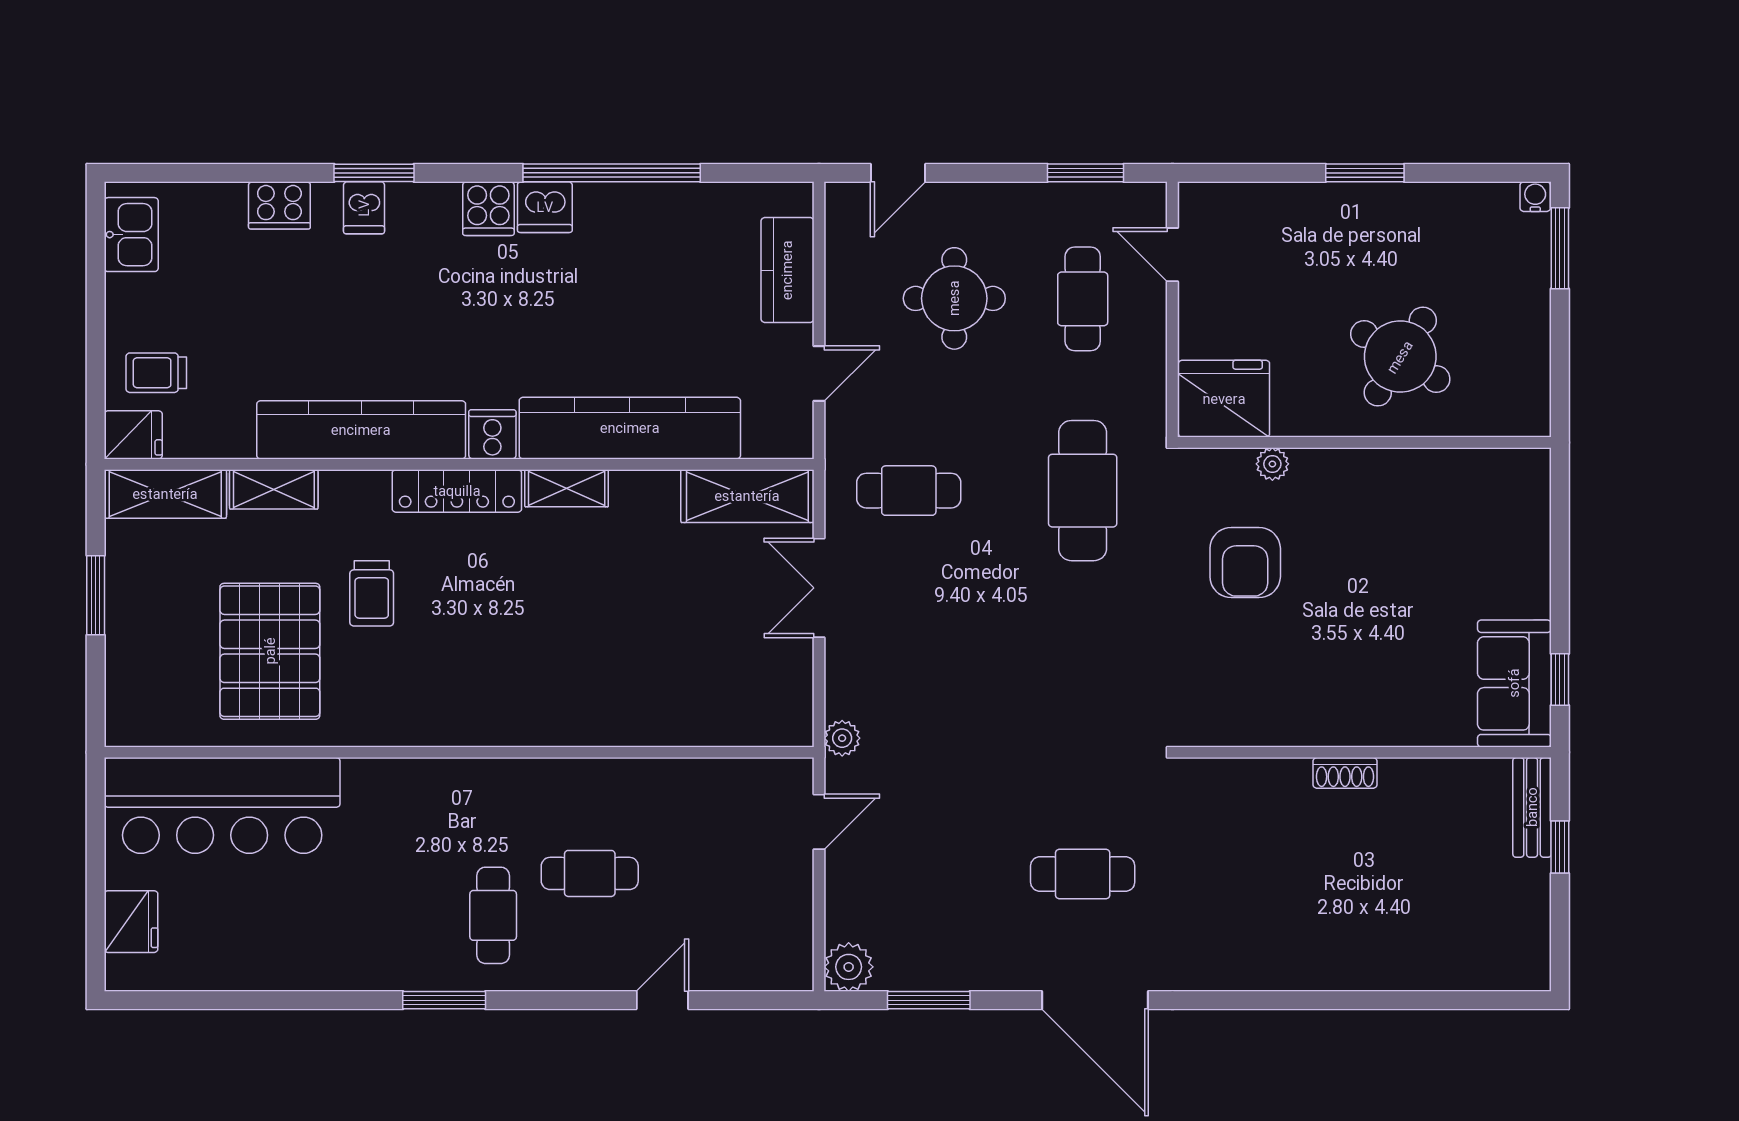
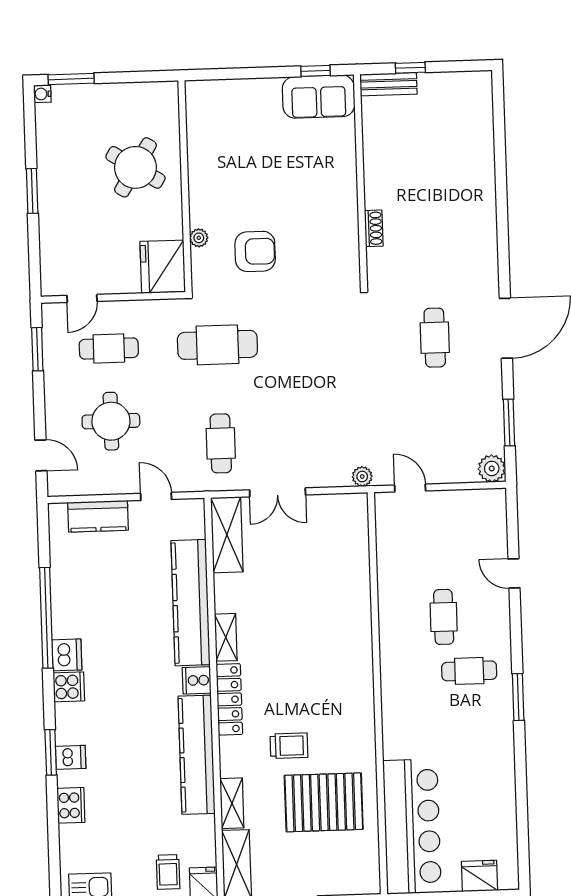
shoe rack: (1345, 773) -> (374, 228), moved

